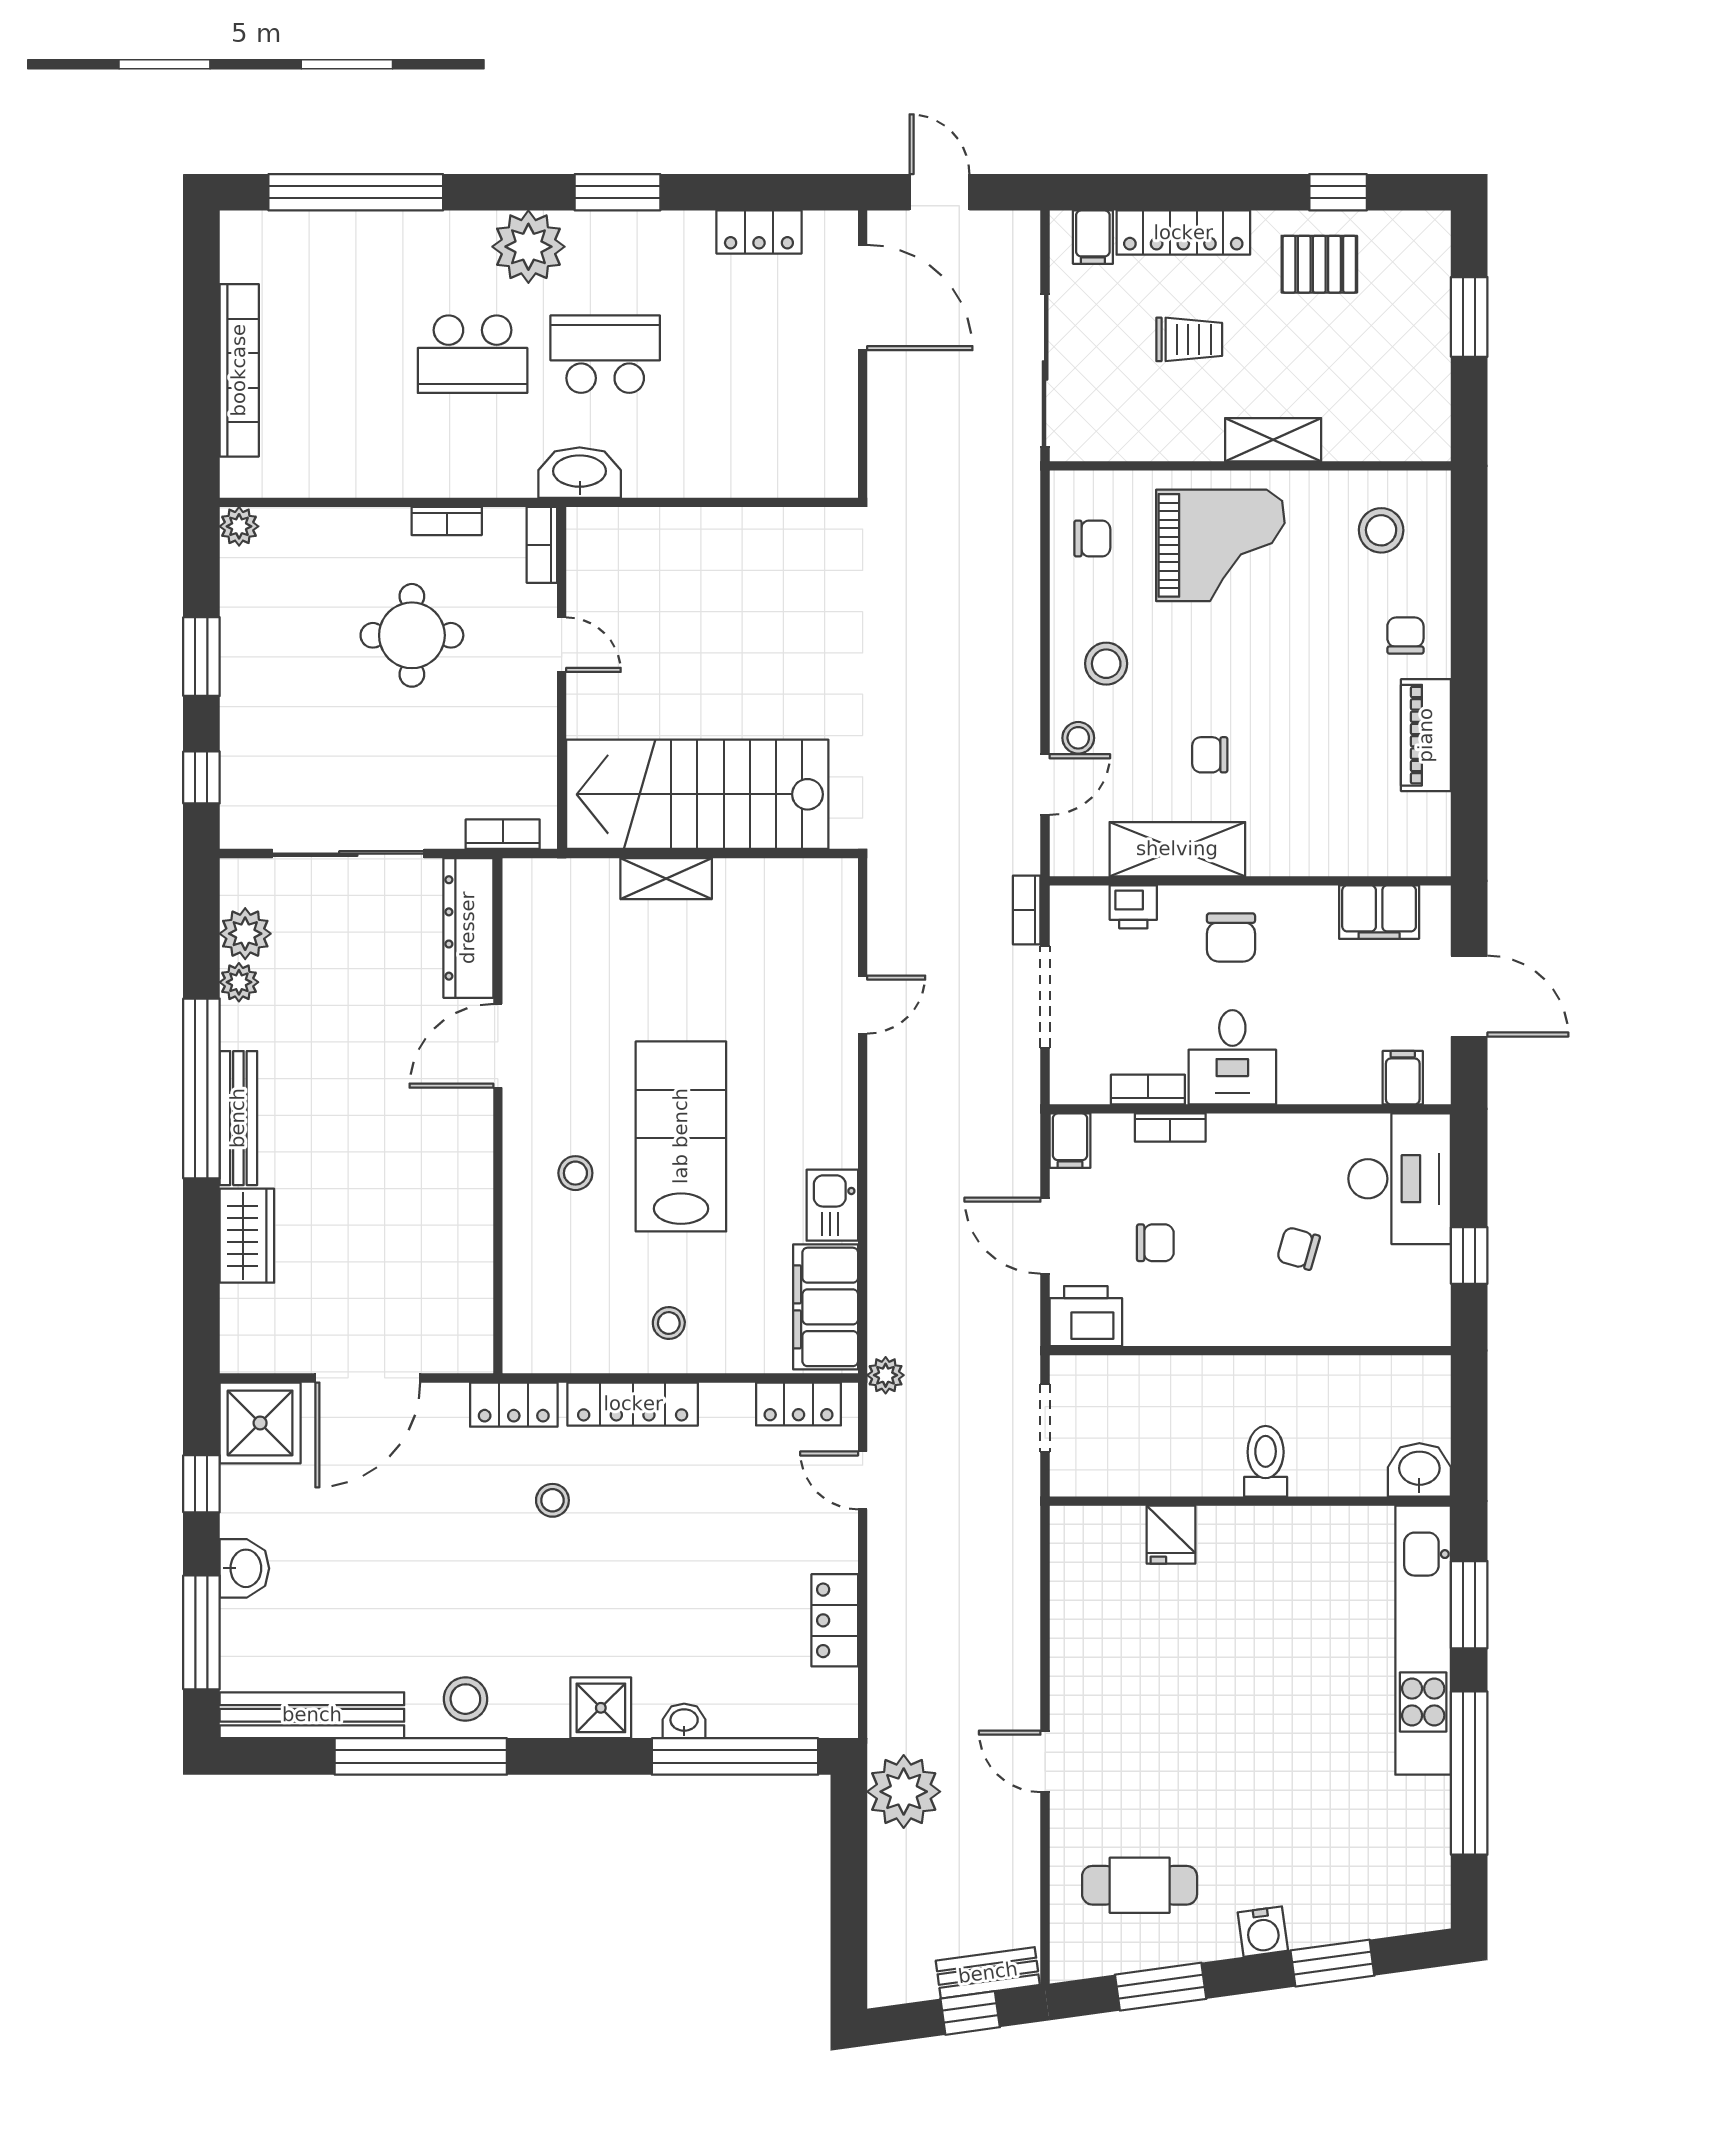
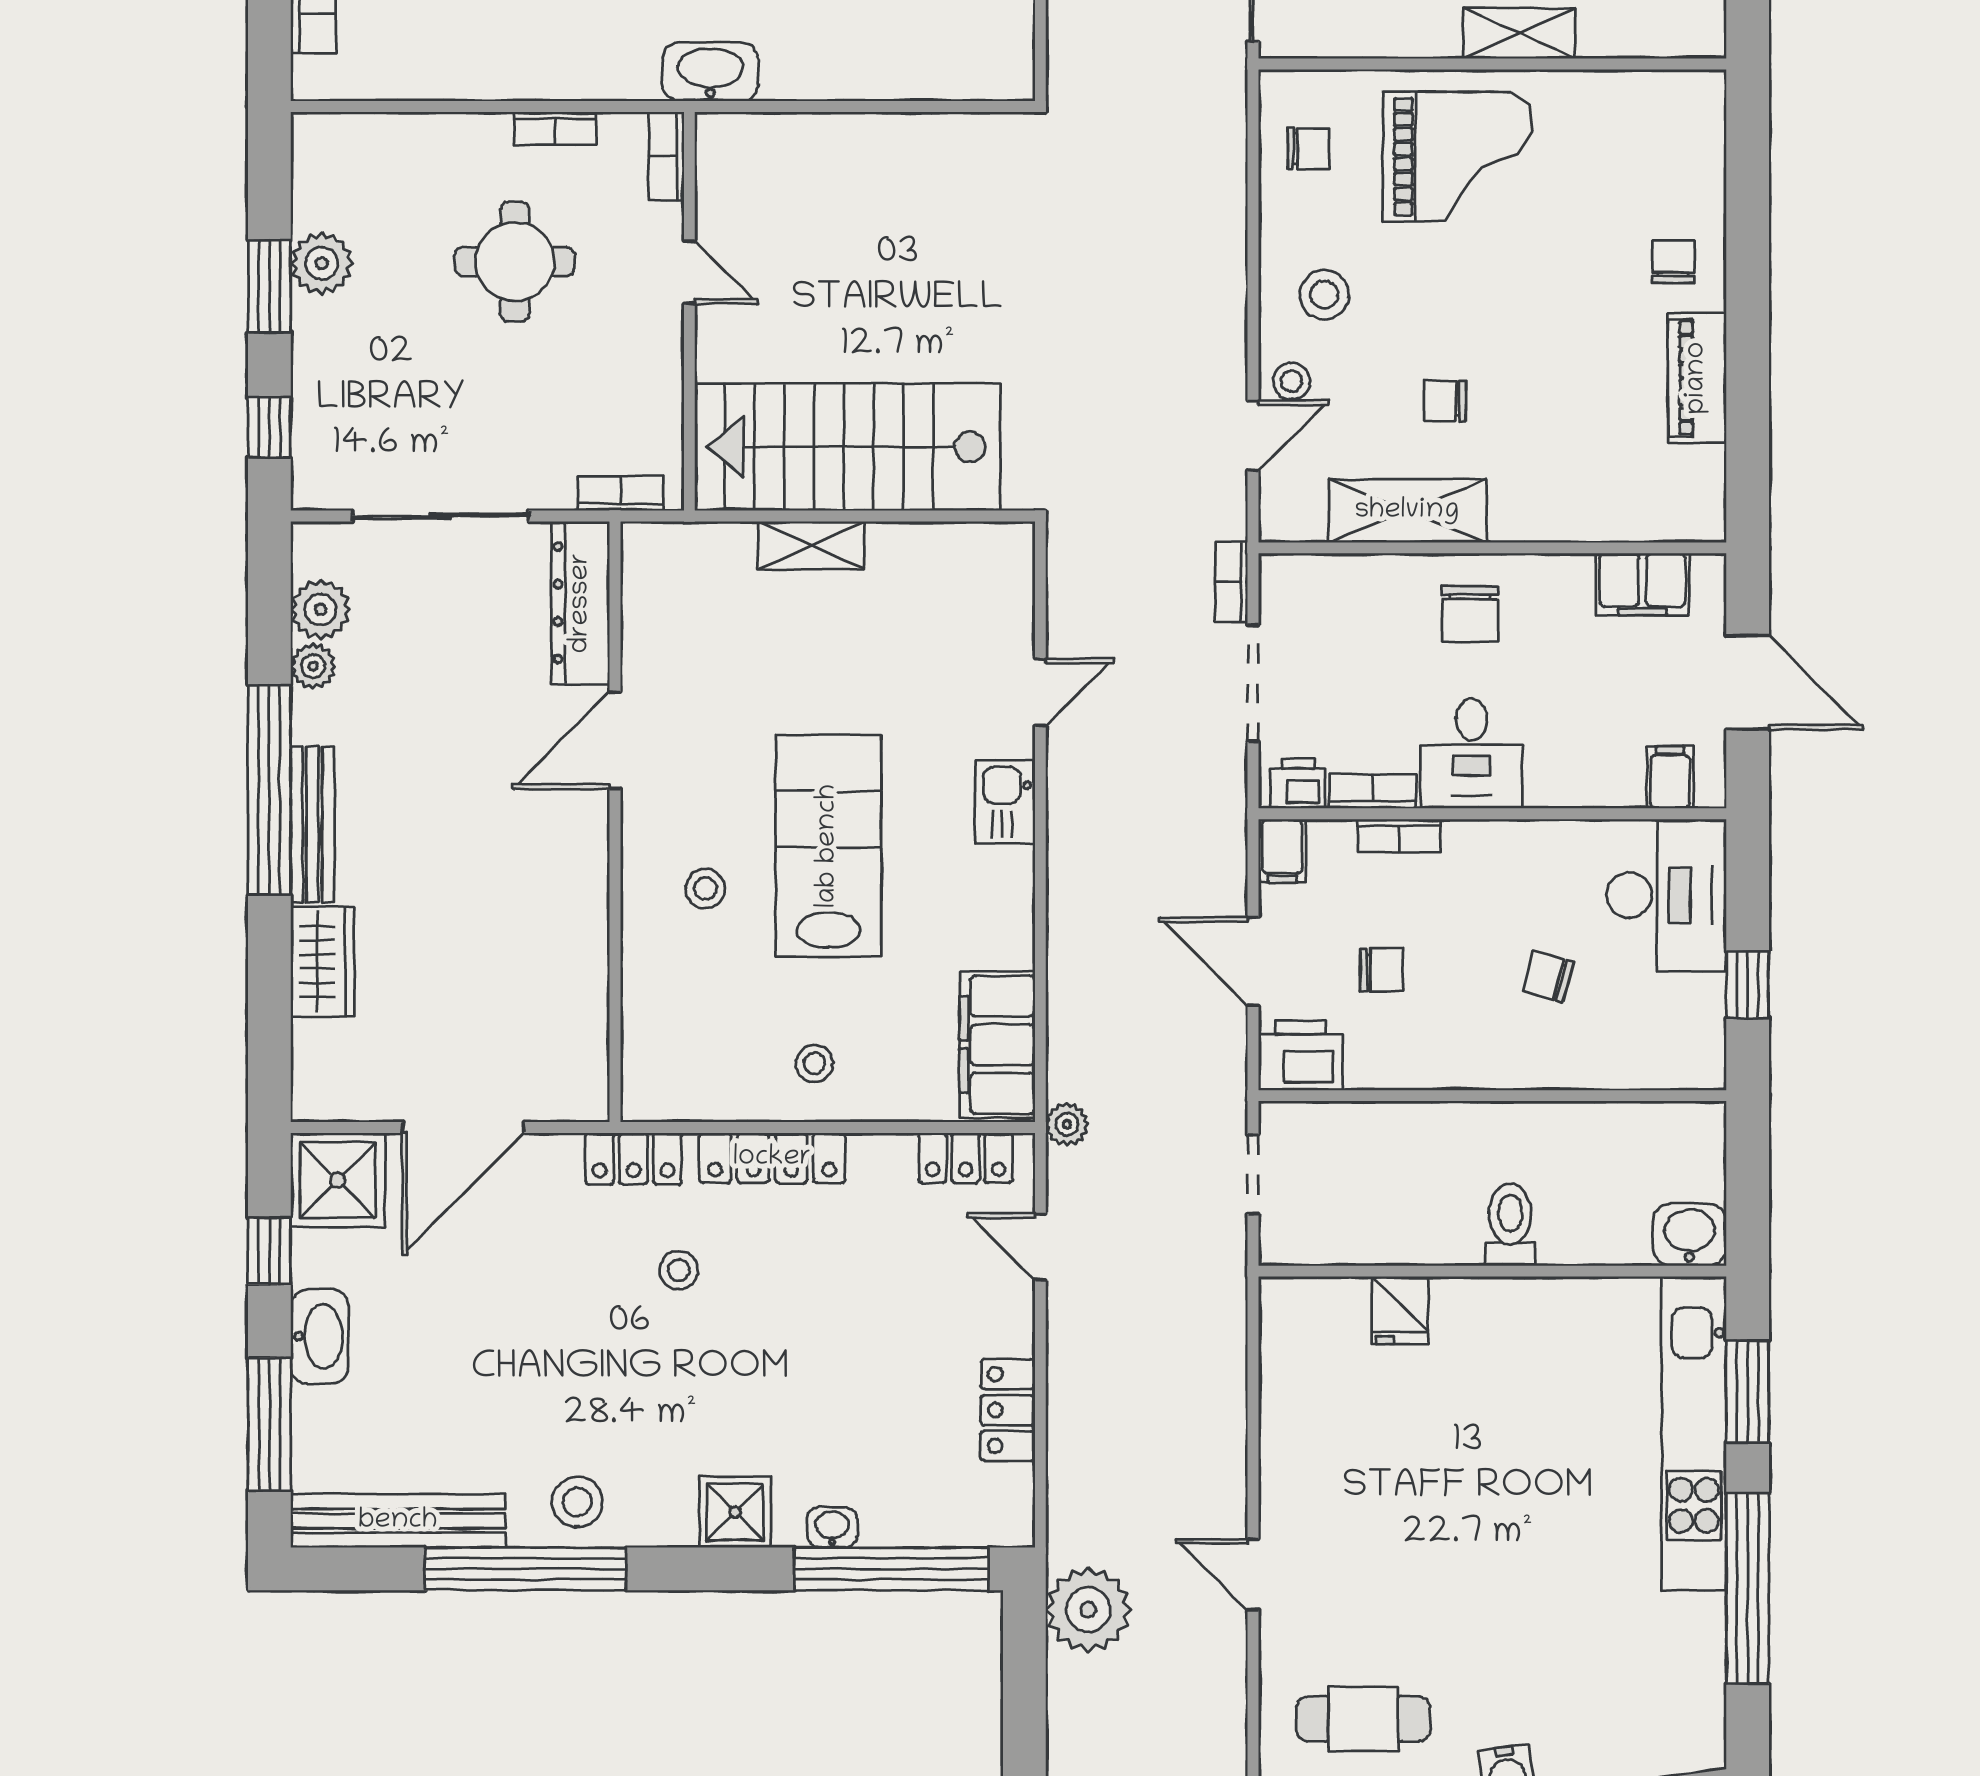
plant: (239, 526) -> (322, 263), moved, width x1.38, depth x1.38
stool: (1381, 530) -> (1645, 139), removed
printer: (1133, 907) -> (1298, 783), moved, turned 180
kitchen sink: (832, 1205) -> (1005, 802), moved
washbasin: (244, 1568) -> (319, 1336), width x1.38

